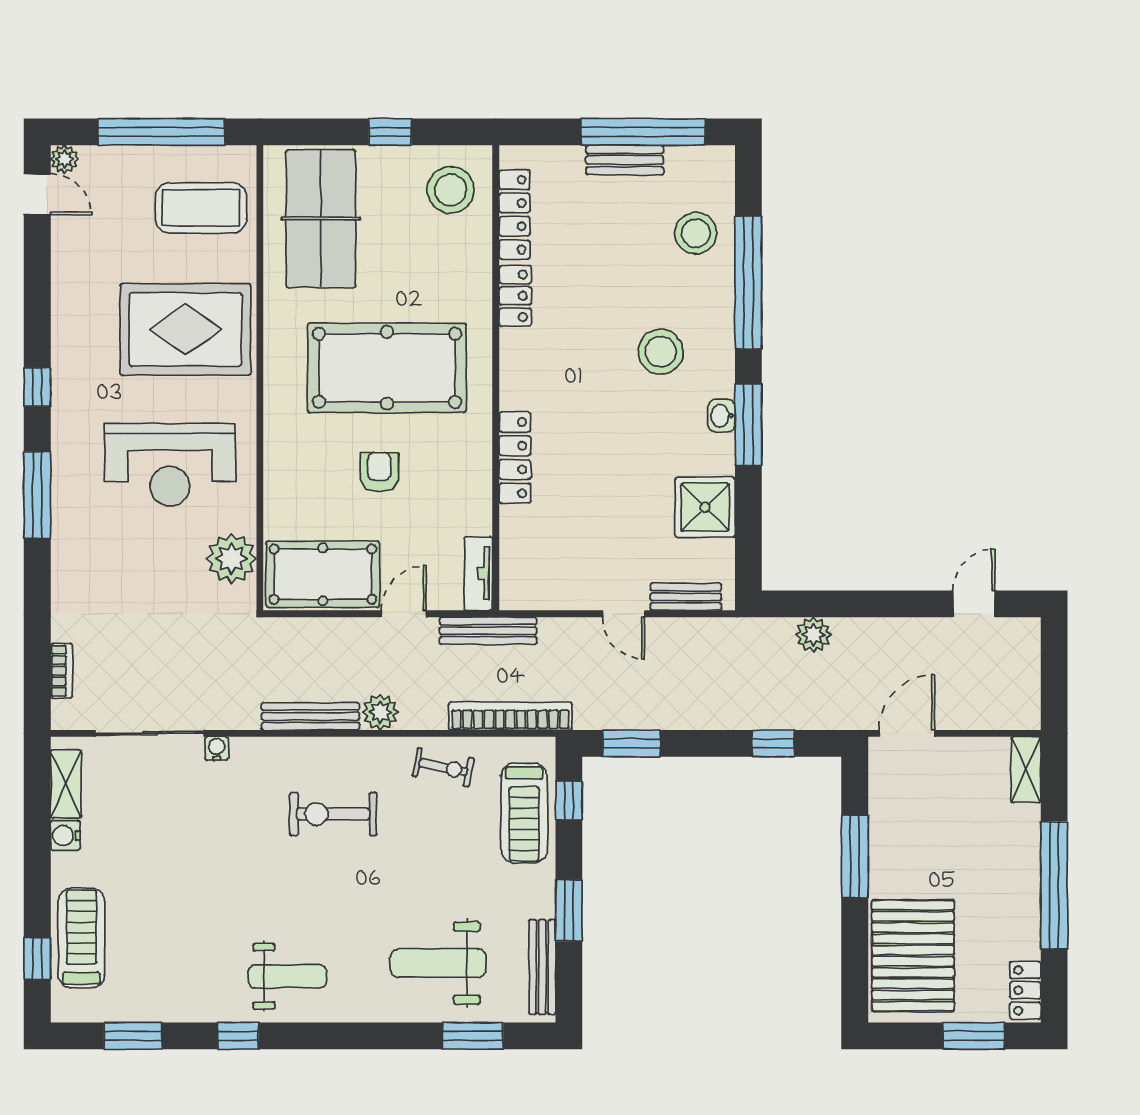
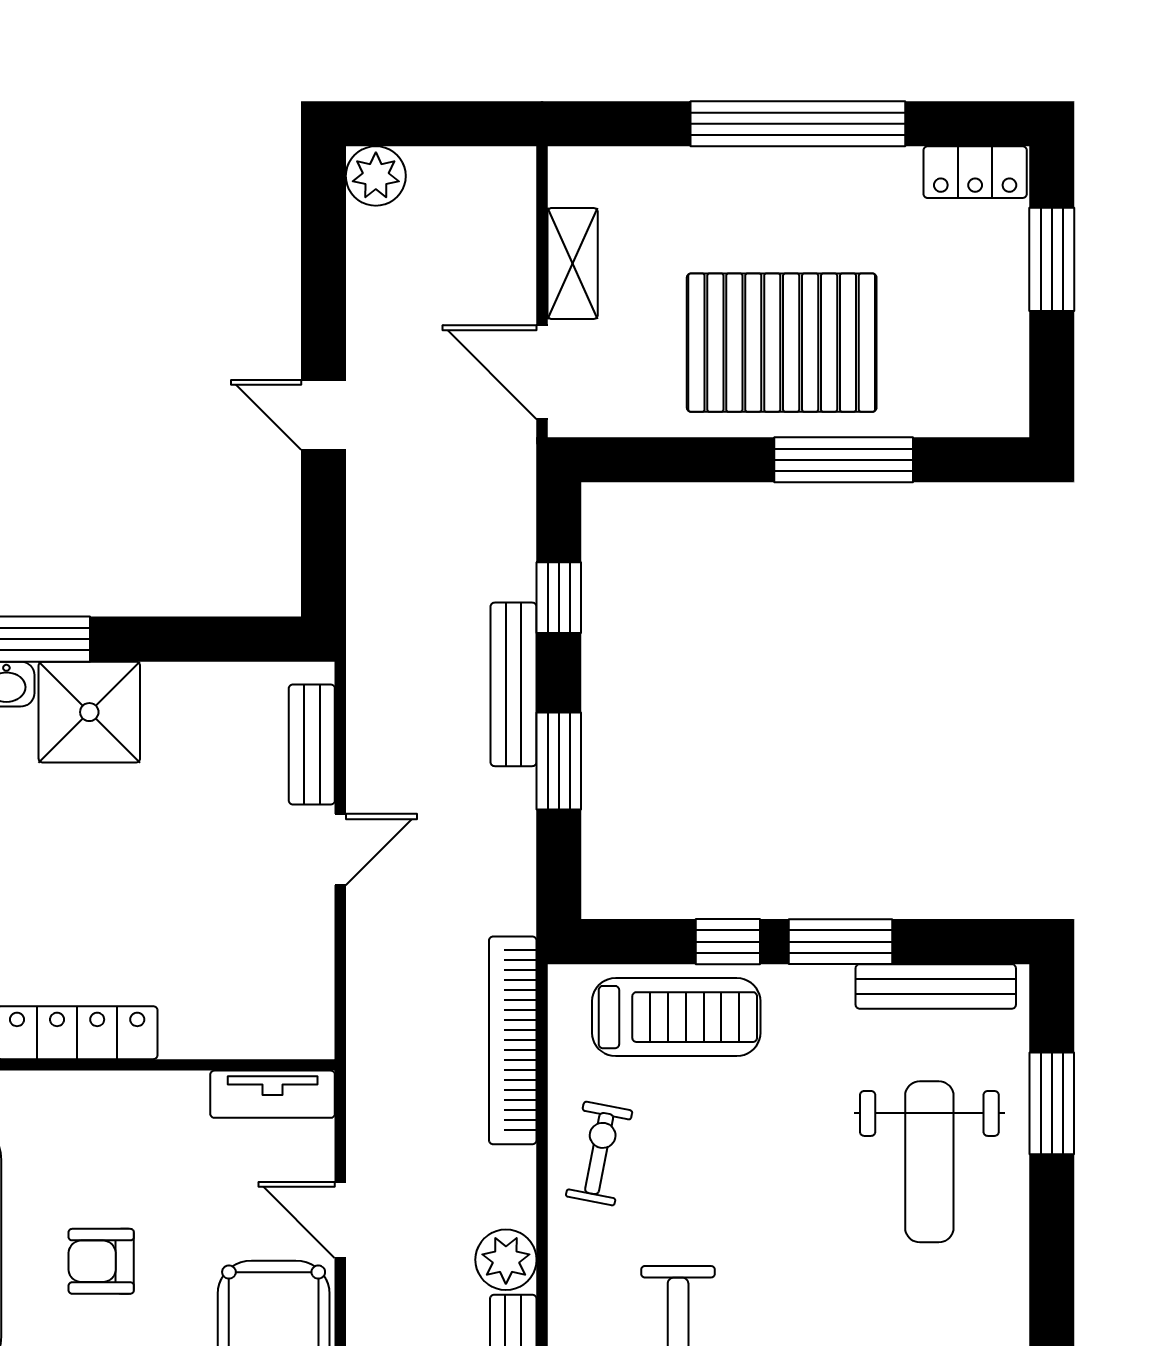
shower: (705, 507) -> (89, 712), moved
door: (974, 604) -> (324, 415), moved
bench: (488, 631) -> (513, 684), moved
plant: (813, 635) -> (376, 176), moved
window: (631, 743) -> (559, 761), moved
shelving: (1026, 770) -> (573, 264), moved, turned 90
window: (569, 800) -> (728, 942), moved
window: (855, 856) -> (844, 460), moved
pallet: (913, 956) -> (782, 343), moved

